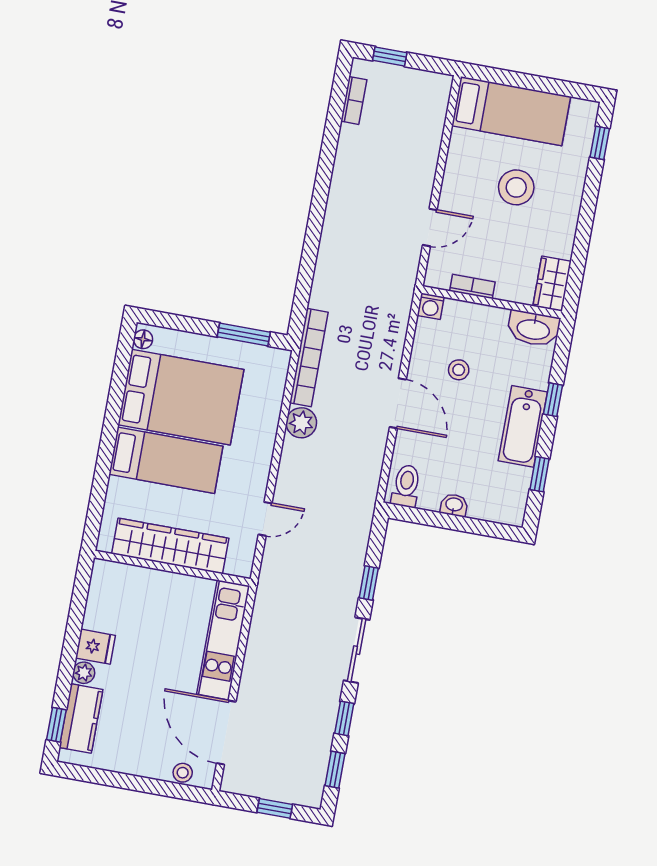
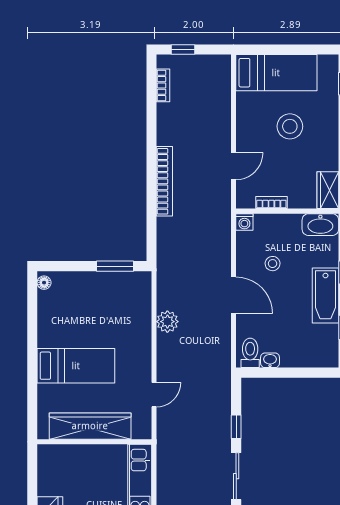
bookcase: (309, 358) -> (164, 181), moved
bed: (181, 397) -> (78, 319), removed
washbasin: (454, 505) -> (270, 360), moved

